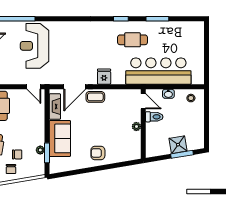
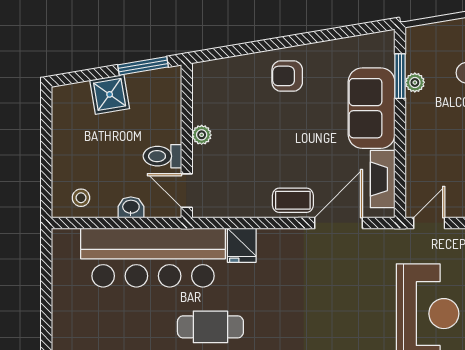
fridge: (104, 77) -> (242, 245), moved
door: (34, 87) -> (429, 223), hinge flipped
armchair: (98, 153) -> (287, 76), turned 180
window: (182, 154) -> (143, 66), moved

